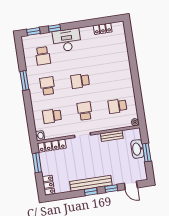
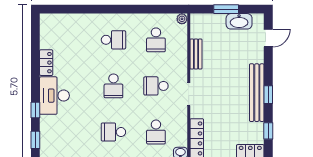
locker: (103, 29) -> (46, 63), moved
school desk: (43, 56) -> (113, 40), moved
washbasin: (137, 149) -> (239, 21), moved
window: (111, 188) -> (268, 131), moved

